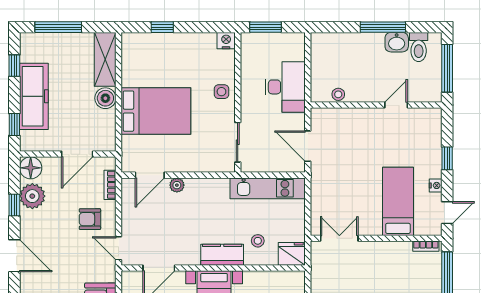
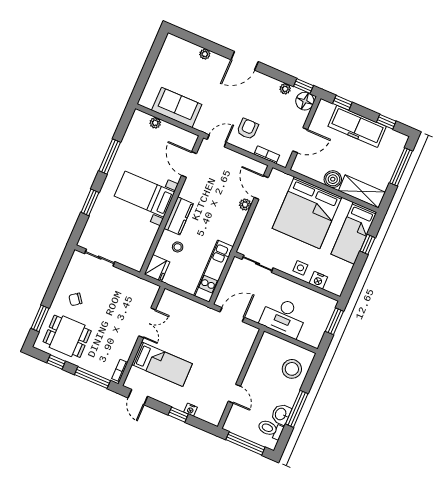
nightstand: (226, 41) -> (318, 280), moved, turned 90
bed: (156, 48) -> (354, 233), added
stool: (338, 94) -> (292, 369), moved, width x1.89, depth x1.89
bed: (156, 111) -> (307, 213), width x1.36
door: (77, 154) -> (300, 140), swing flipped
nightstand: (436, 185) -> (191, 410), moved
plant: (32, 196) -> (285, 89), width x0.53, depth x0.53
window: (14, 205) -> (303, 86), moved
double door: (339, 238) -> (147, 323), moved

